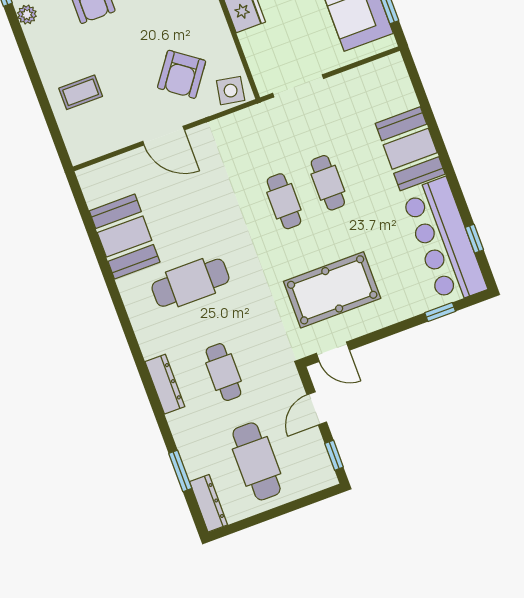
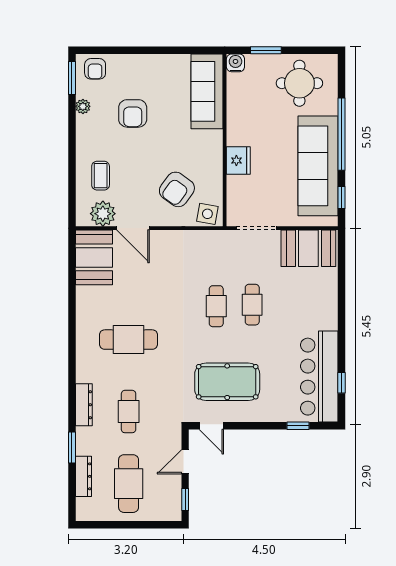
coffee table: (81, 92) -> (101, 176), turned 90
door: (164, 136) -> (133, 228), moved
plant: (101, 138) -> (103, 214), added
booth: (410, 149) -> (308, 248), moved, turned 90
booth: (125, 236) -> (94, 257), moved
window: (180, 471) -> (72, 447), moved
dresser: (209, 503) -> (83, 476), moved

